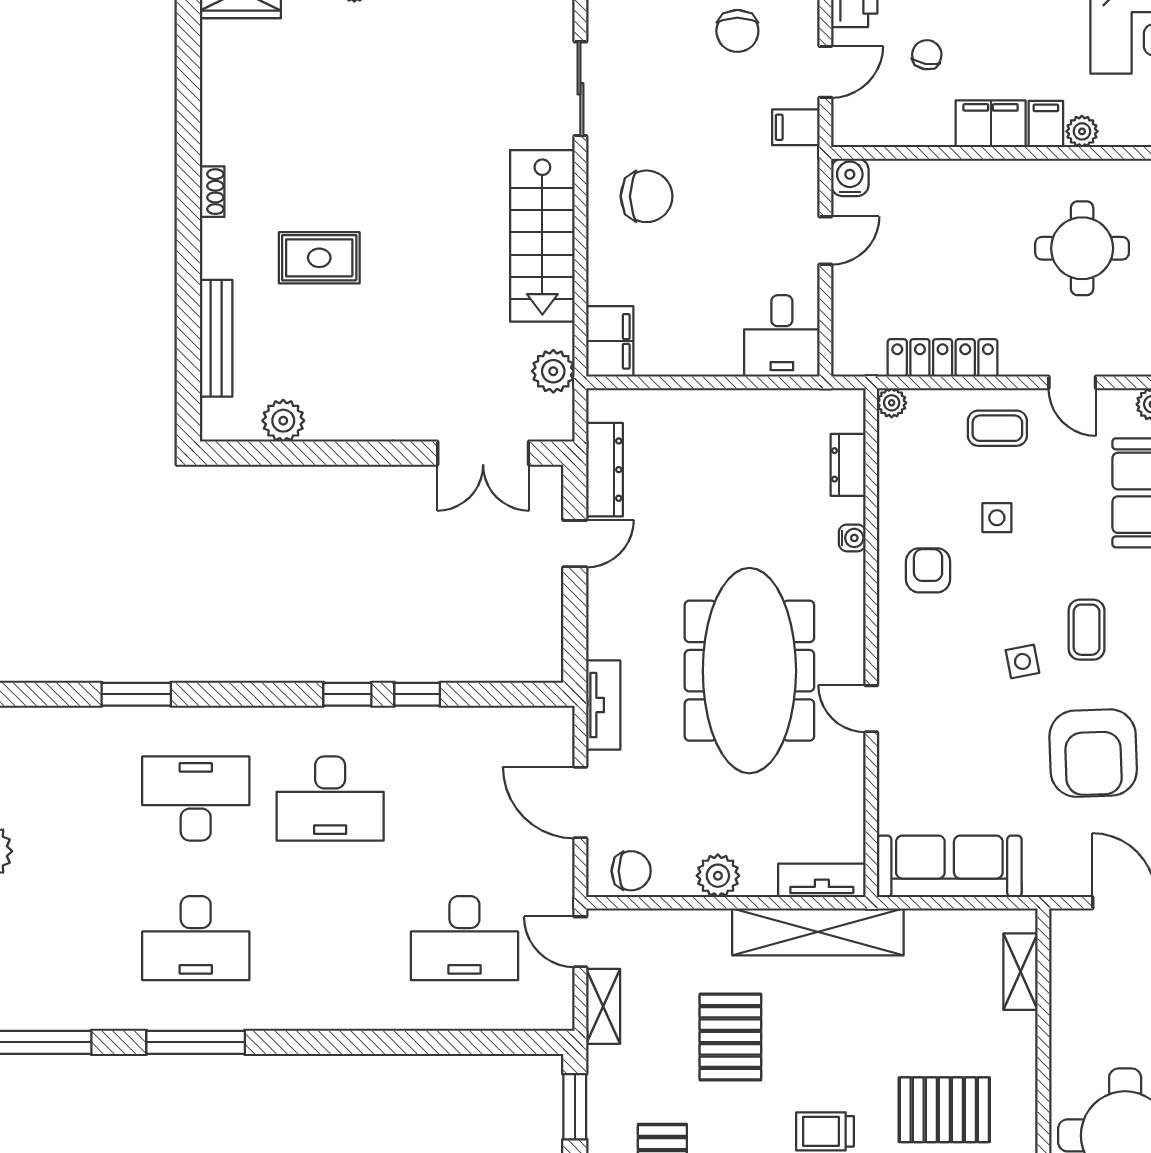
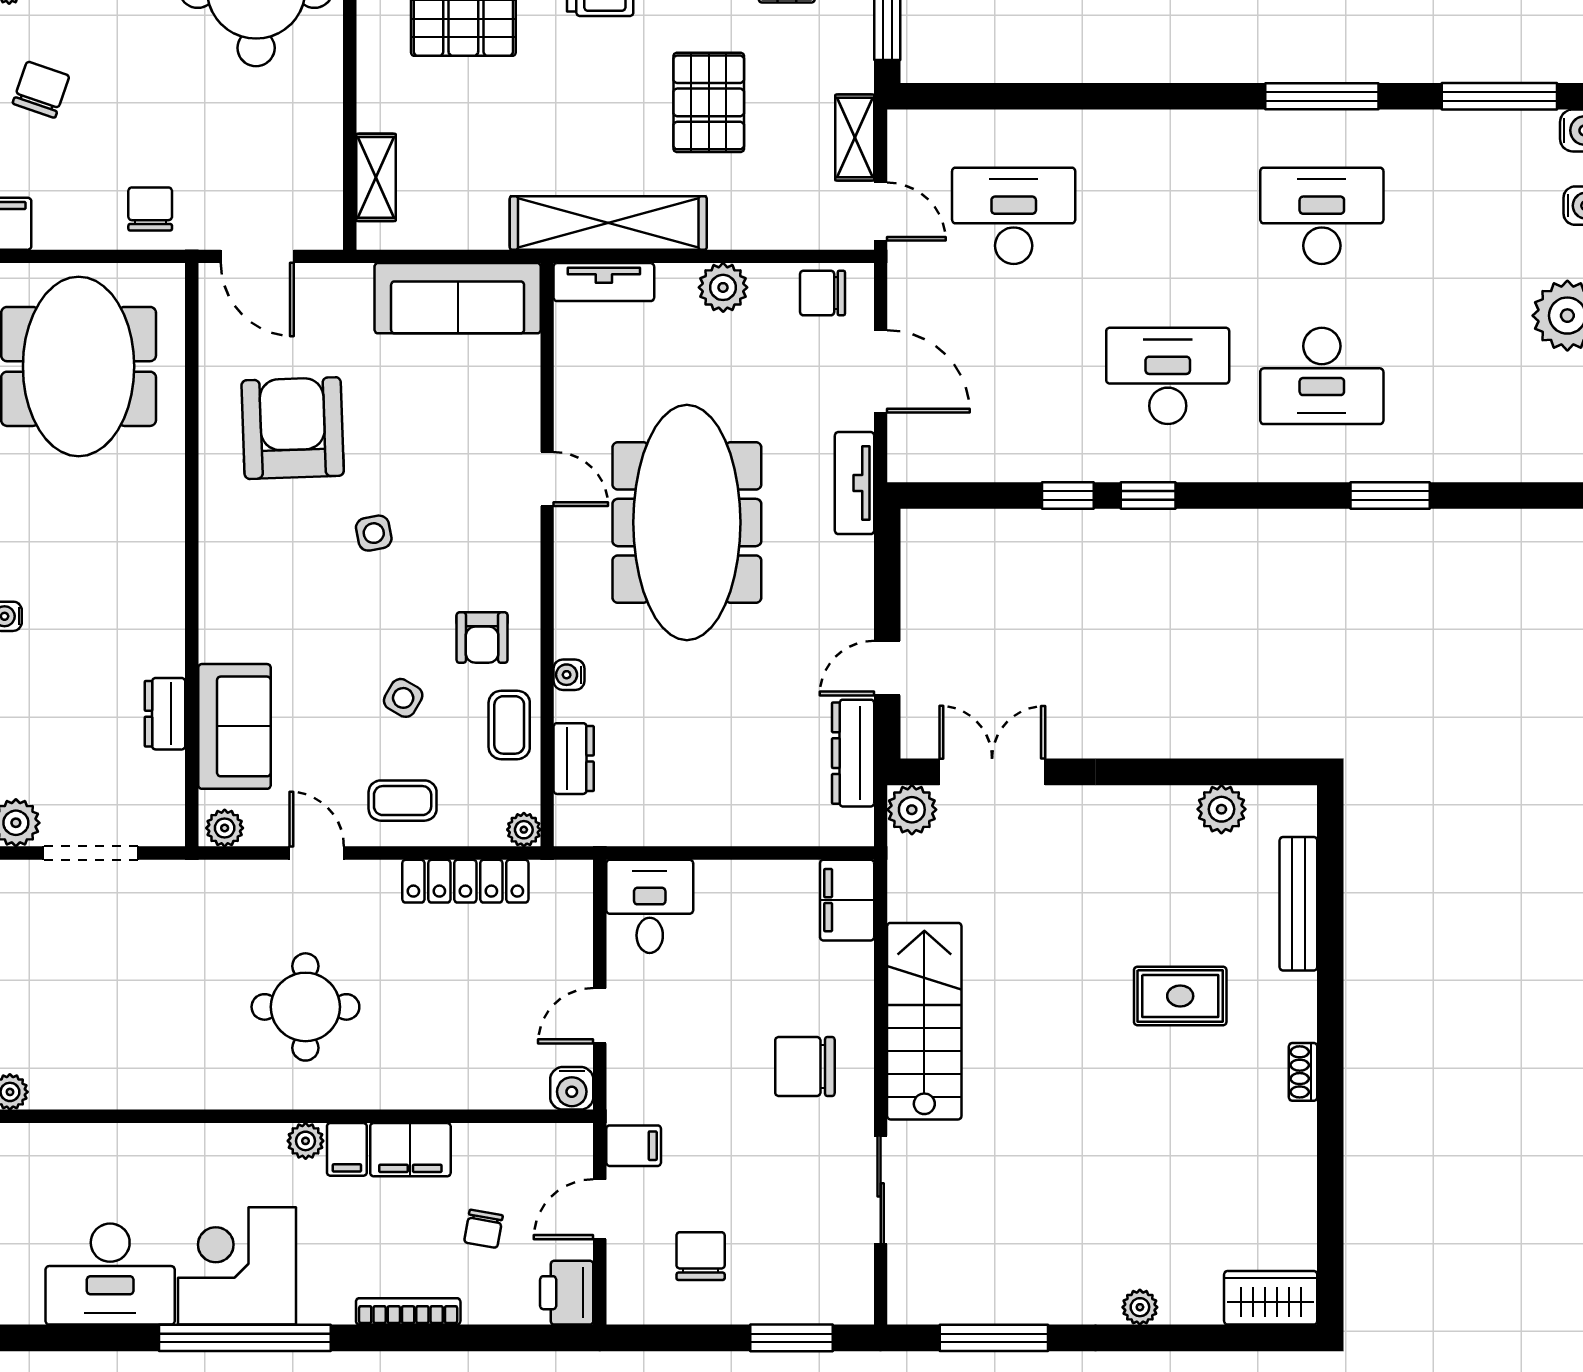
plant: (553, 371) -> (912, 810), moved
side table: (997, 518) -> (403, 698), turned 30
coffee table: (1087, 630) -> (509, 725), moved

